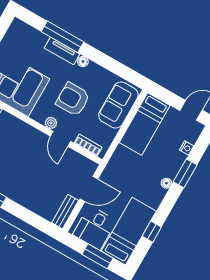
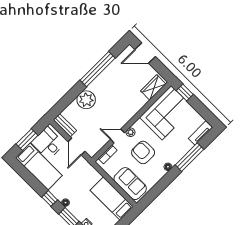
tv unit: (62, 51) -> (200, 133), moved
armchair: (73, 99) -> (143, 152), turned -90
plant: (24, 193) -> (86, 100), added
window: (152, 232) -> (50, 198), moved

